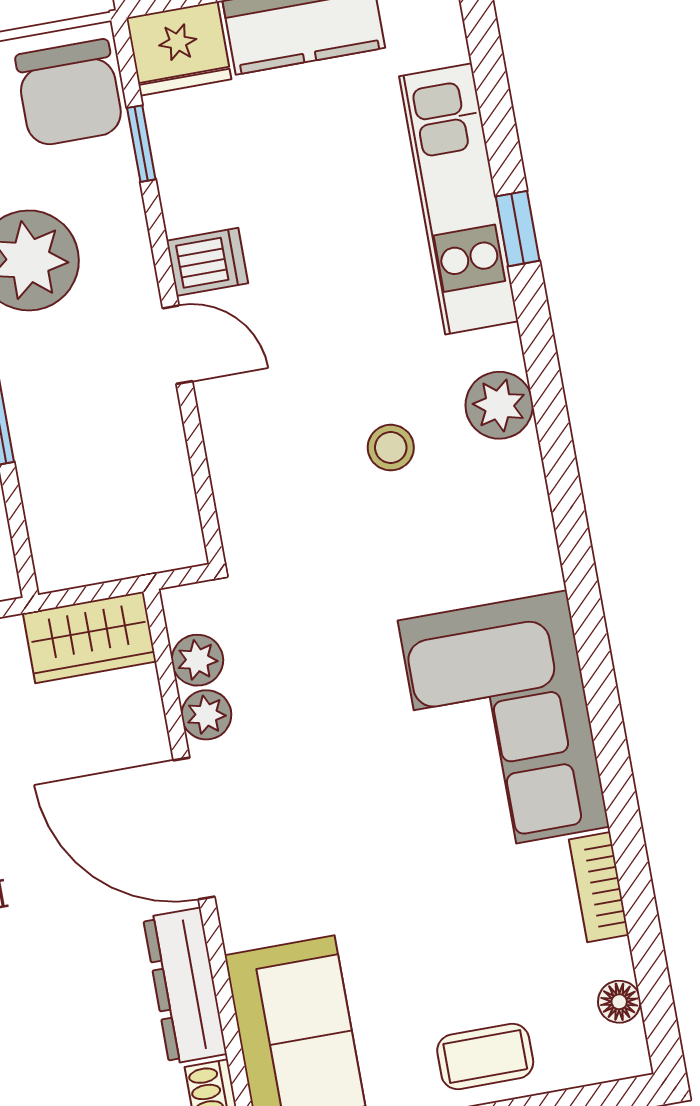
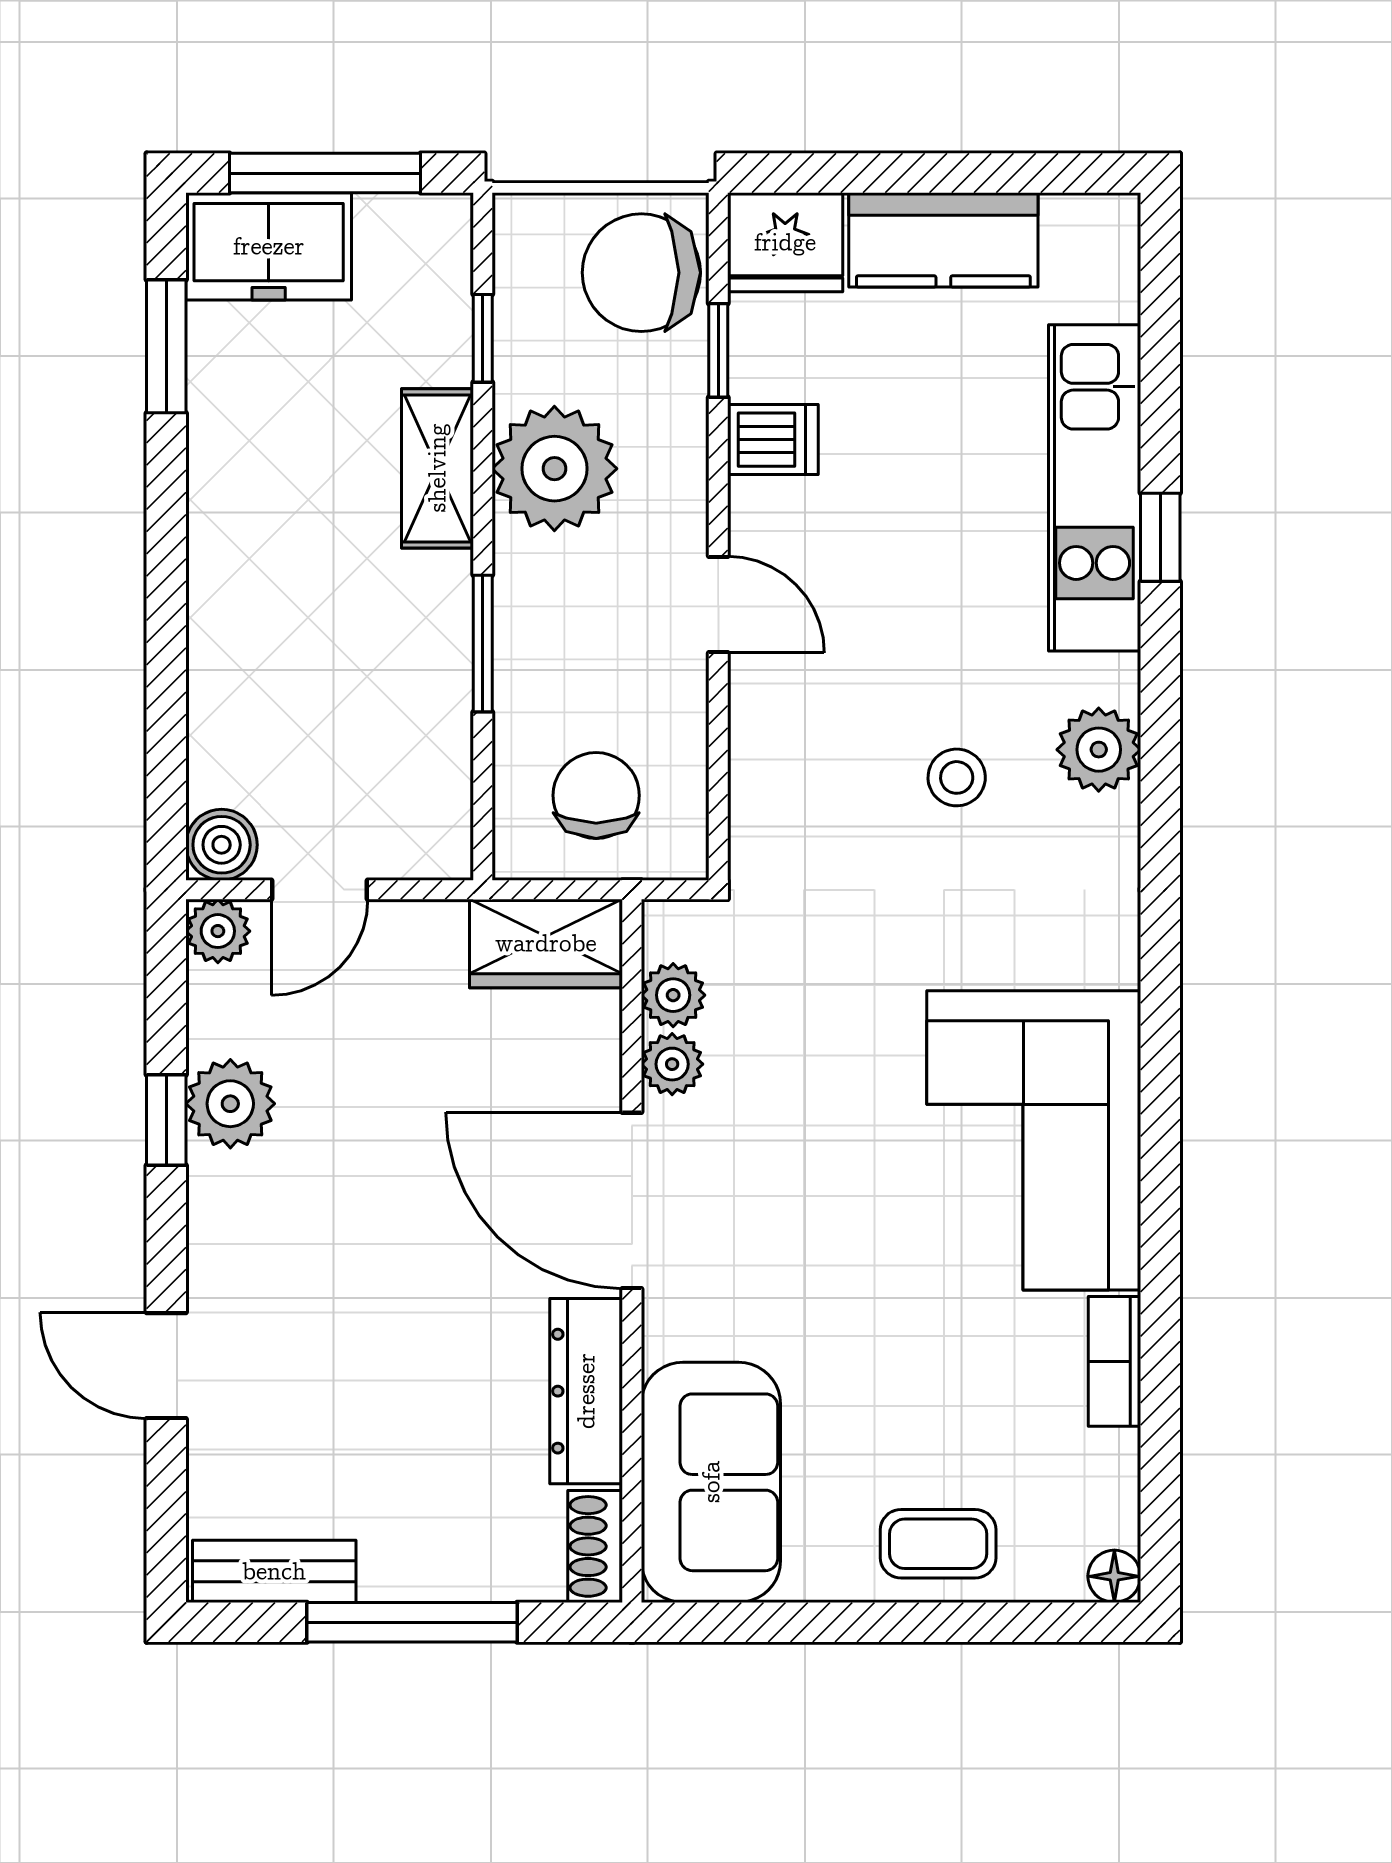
chair: (69, 93) -> (641, 273), turned 90
dishwasher: (207, 262) -> (773, 440), moved
chair: (108, 513) -> (596, 795), added
floor lamp: (619, 1002) -> (1114, 1576), moved

